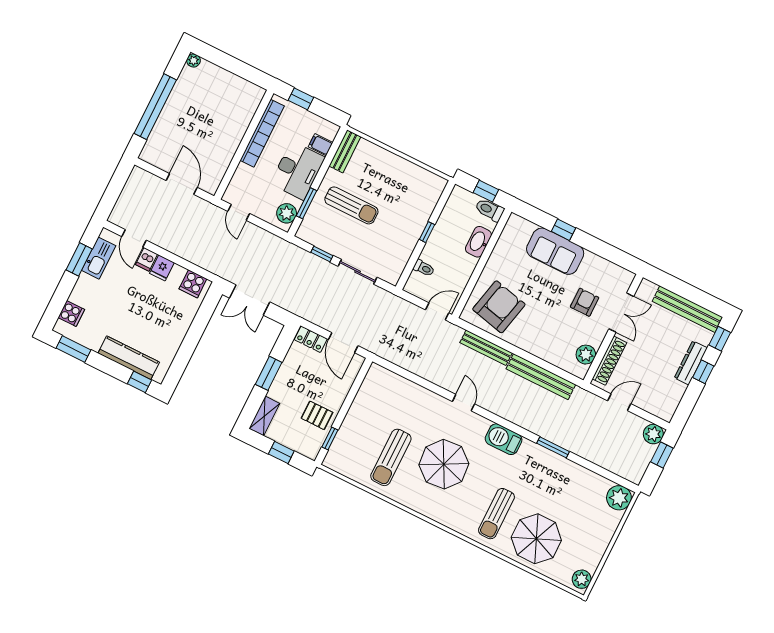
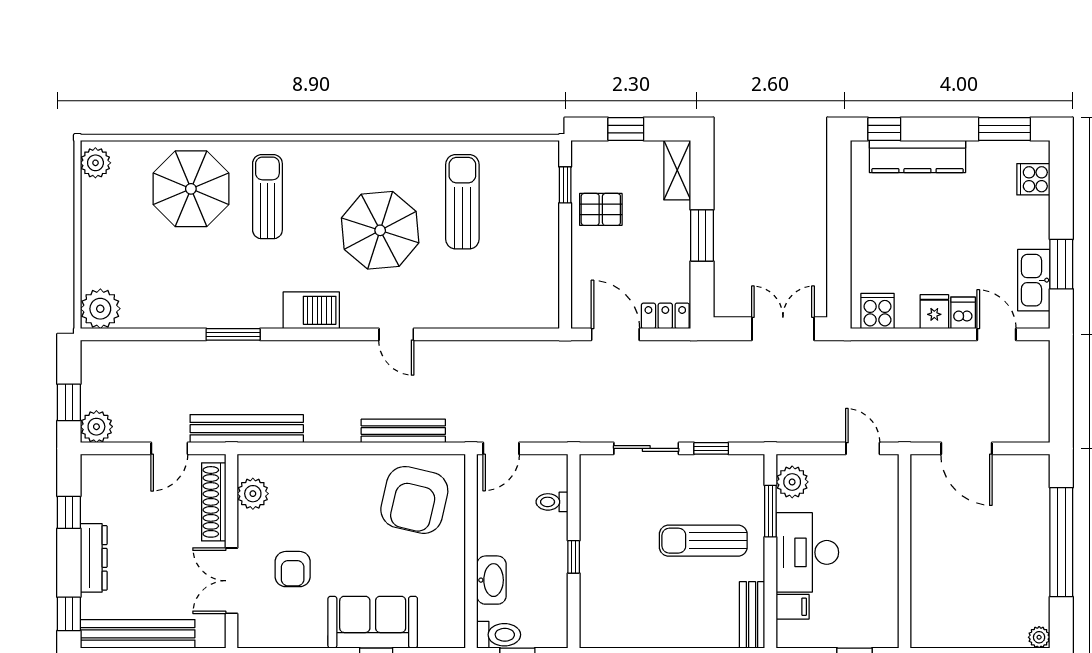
bookcase: (262, 133) -> (886, 581), removed
window: (703, 372) -> (69, 512), moved
bench: (541, 377) -> (247, 429), moved

